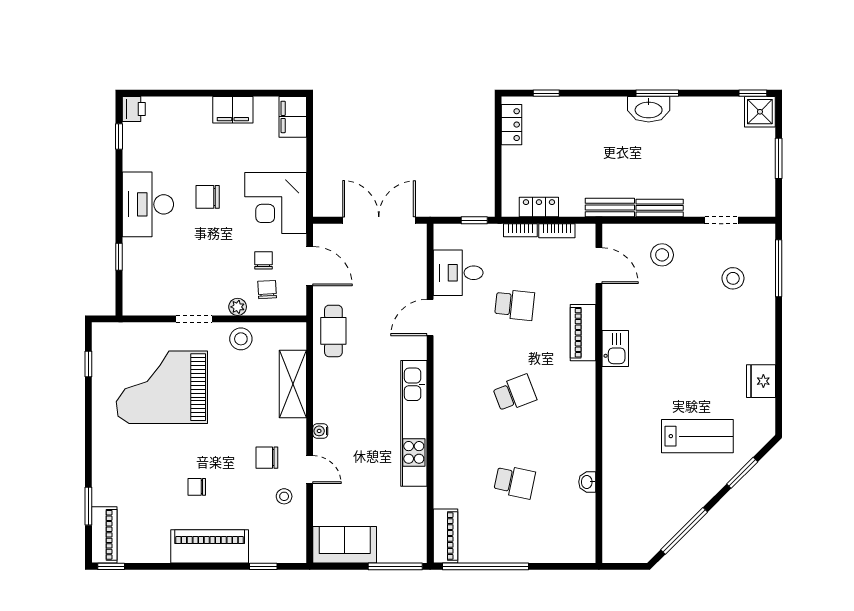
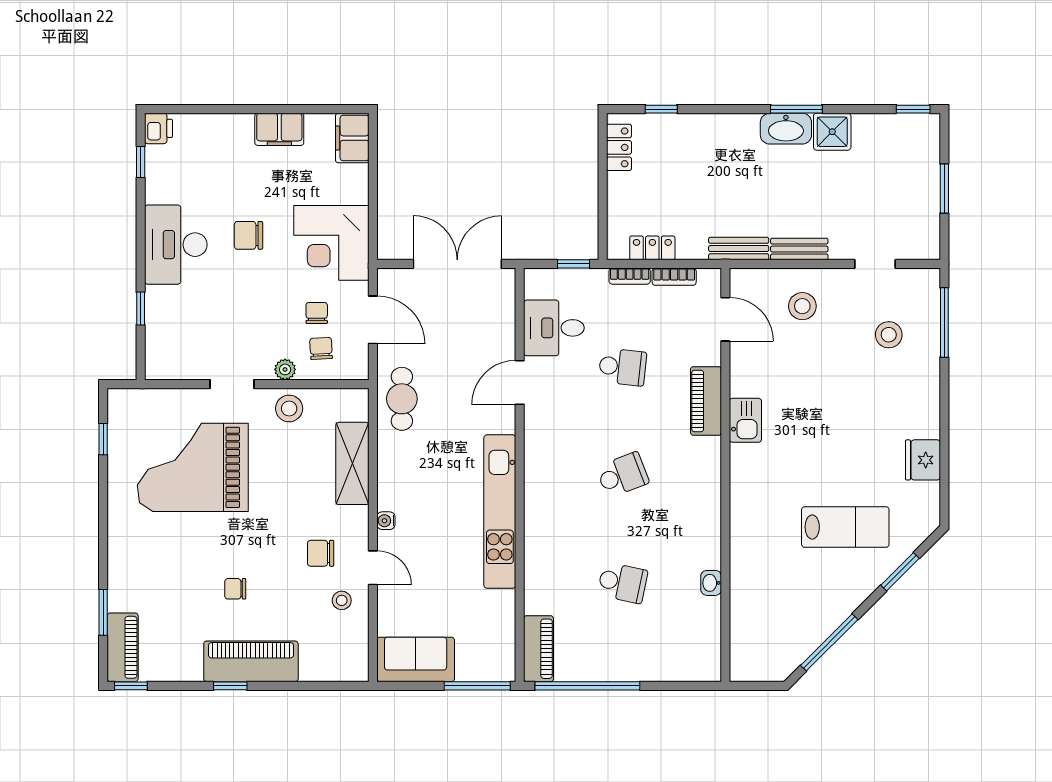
shower: (760, 112) -> (832, 132), moved
window: (263, 566) -> (230, 686), moved

